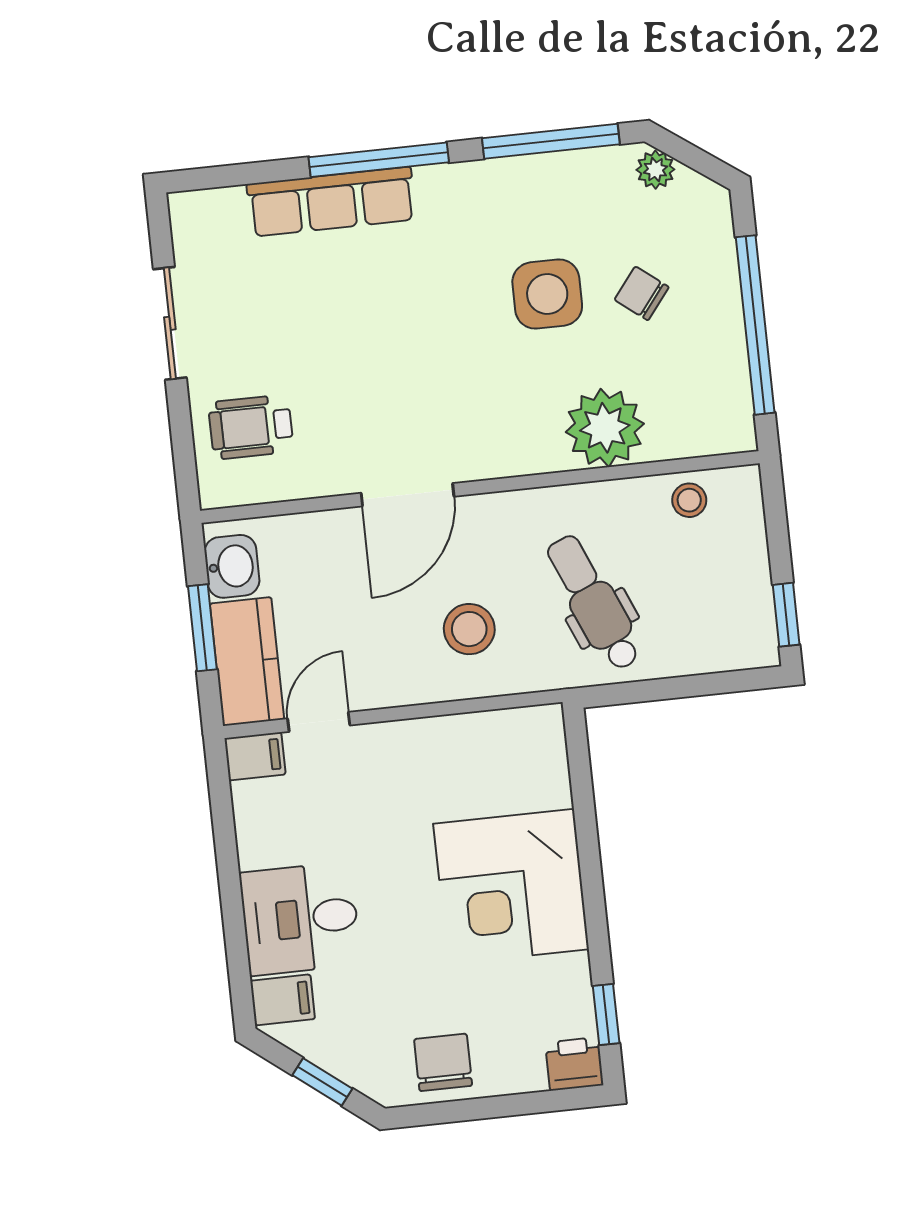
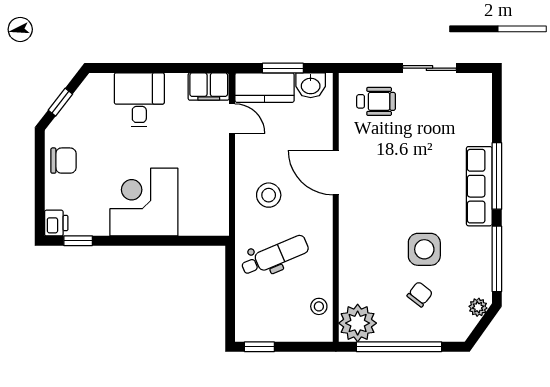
row of seats: (331, 202) -> (479, 186), moved
wheelchair: (251, 427) -> (376, 101), turned 90
plant: (605, 428) -> (358, 323), moved
filing cabinet: (255, 756) -> (209, 87), width x2.00
filing cabinet: (283, 1000) -> (102, 87), removed

